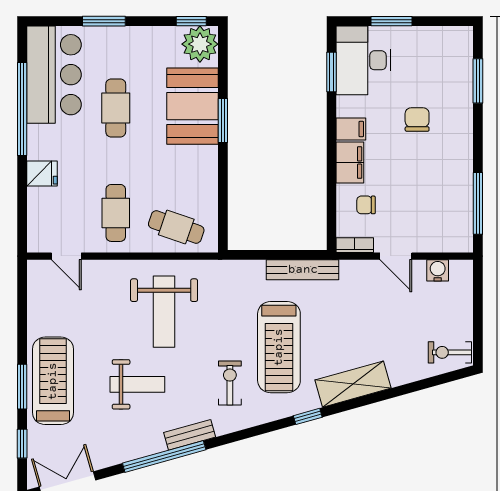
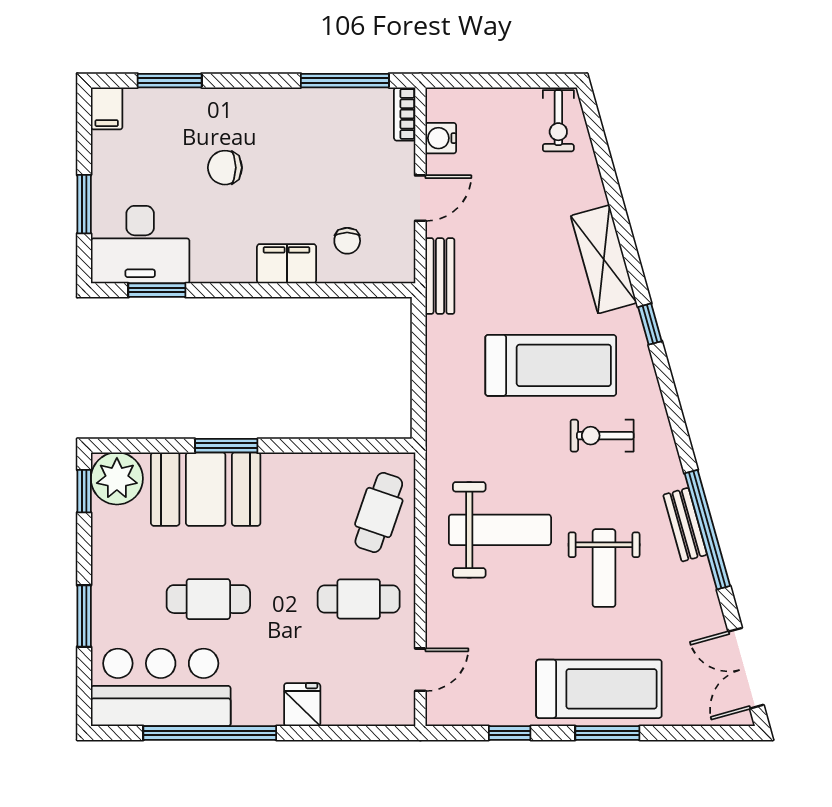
filing cabinet: (351, 129) -> (107, 108), moved, turned 180
bookcase: (355, 245) -> (405, 114), moved
bench: (303, 270) -> (440, 276), moved, width x0.73
treadmill: (53, 381) -> (599, 689), turned 180
weight bench: (137, 384) -> (604, 568), turned 180
bench: (190, 435) -> (685, 525), moved
window: (22, 444) -> (510, 733), moved

